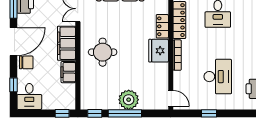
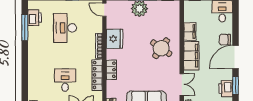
fridge: (159, 51) -> (115, 39), moved
round table: (103, 52) -> (161, 48), turned 35
window: (13, 85) -> (236, 21), removed

